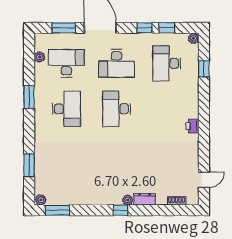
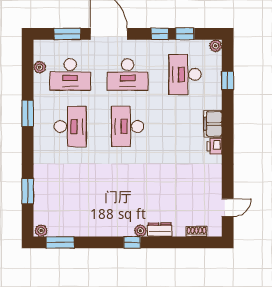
desk: (66, 63) -> (70, 74), turned 180
filing cabinet: (191, 107) -> (213, 124), added

